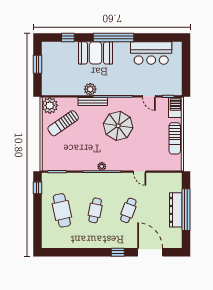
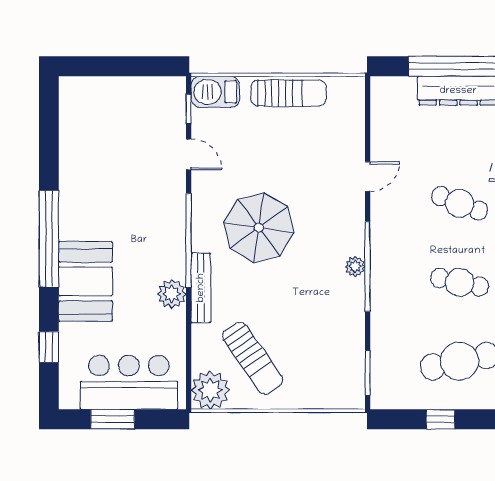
bar counter: (151, 53) -> (129, 382), moved, turned -90
door: (149, 96) -> (189, 154), hinge flipped
window: (37, 188) -> (440, 419), moved

